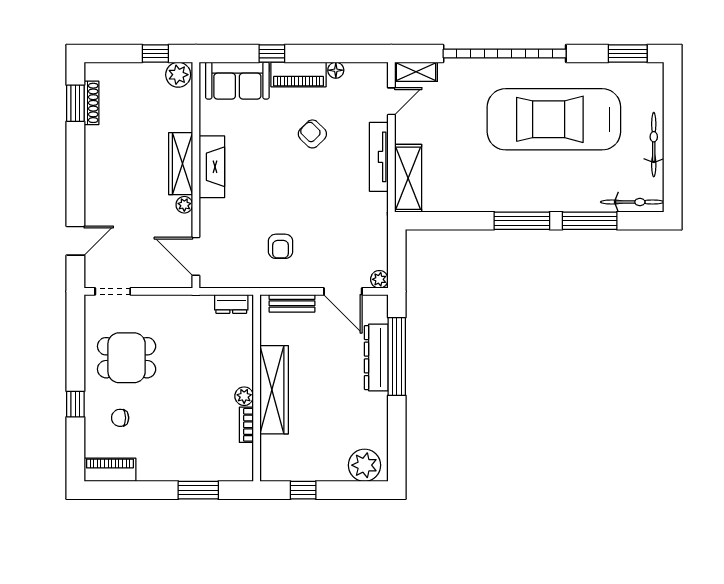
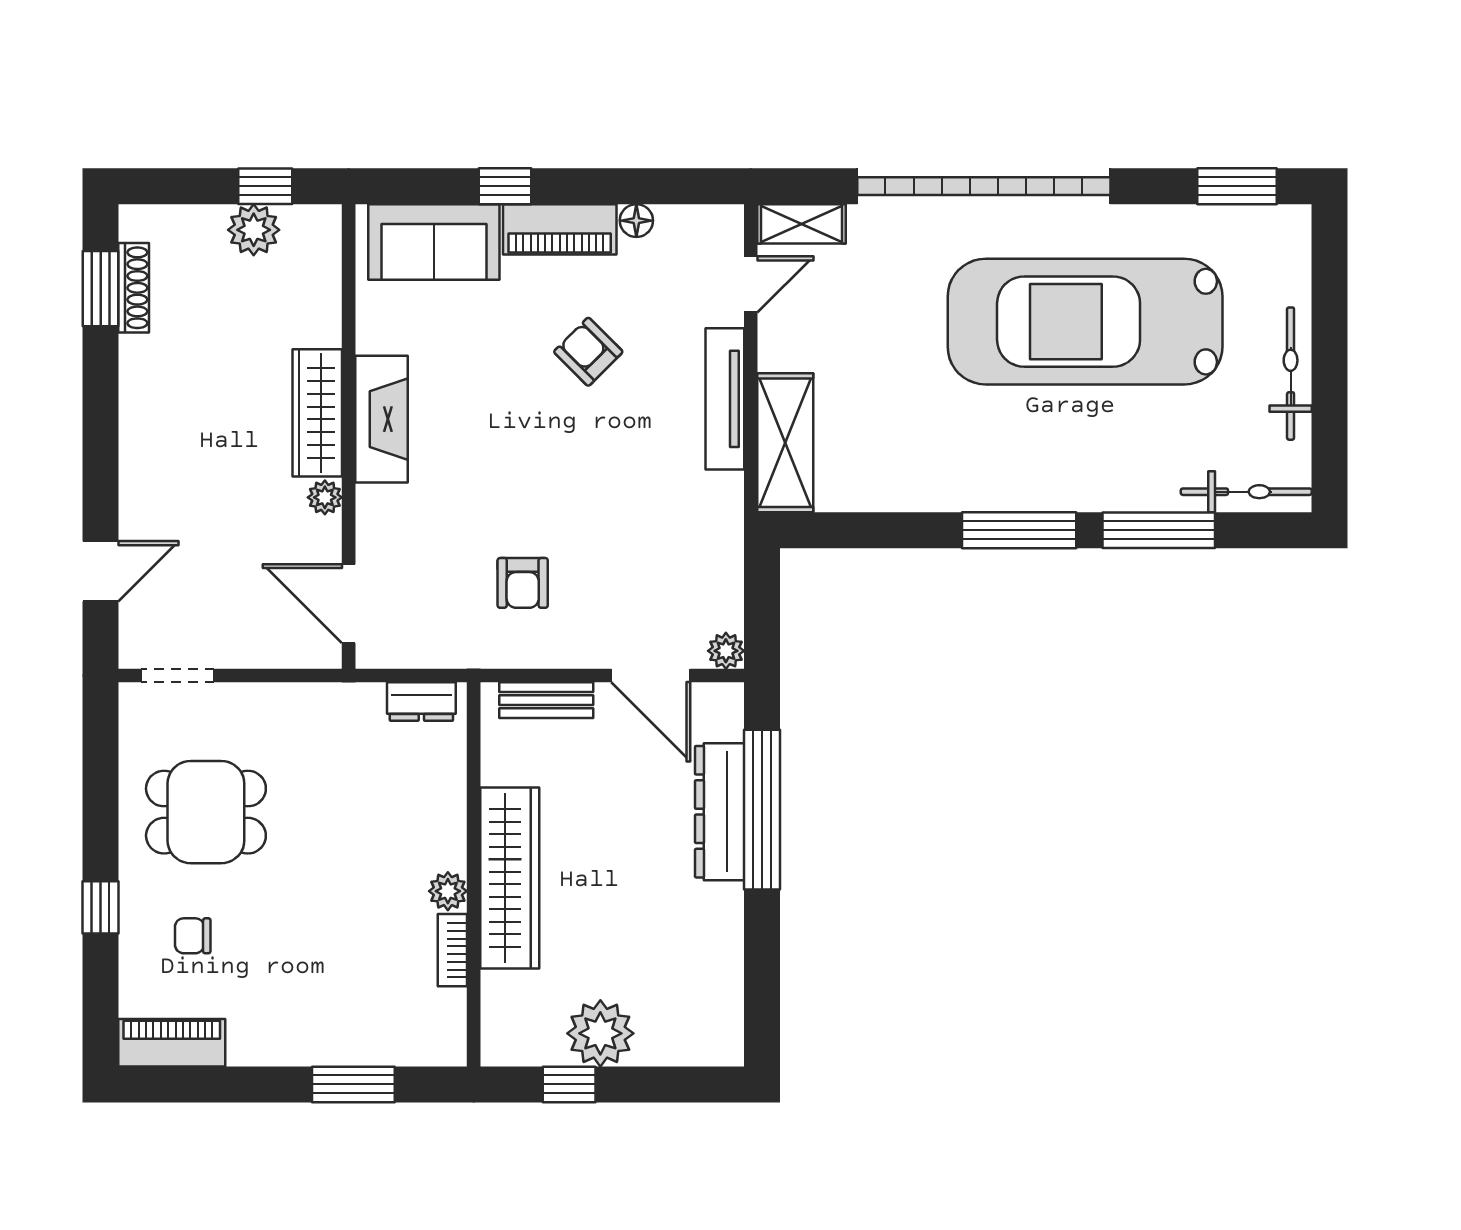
plant: (178, 75) -> (254, 230), moved
plant: (364, 465) -> (600, 1033), moved

